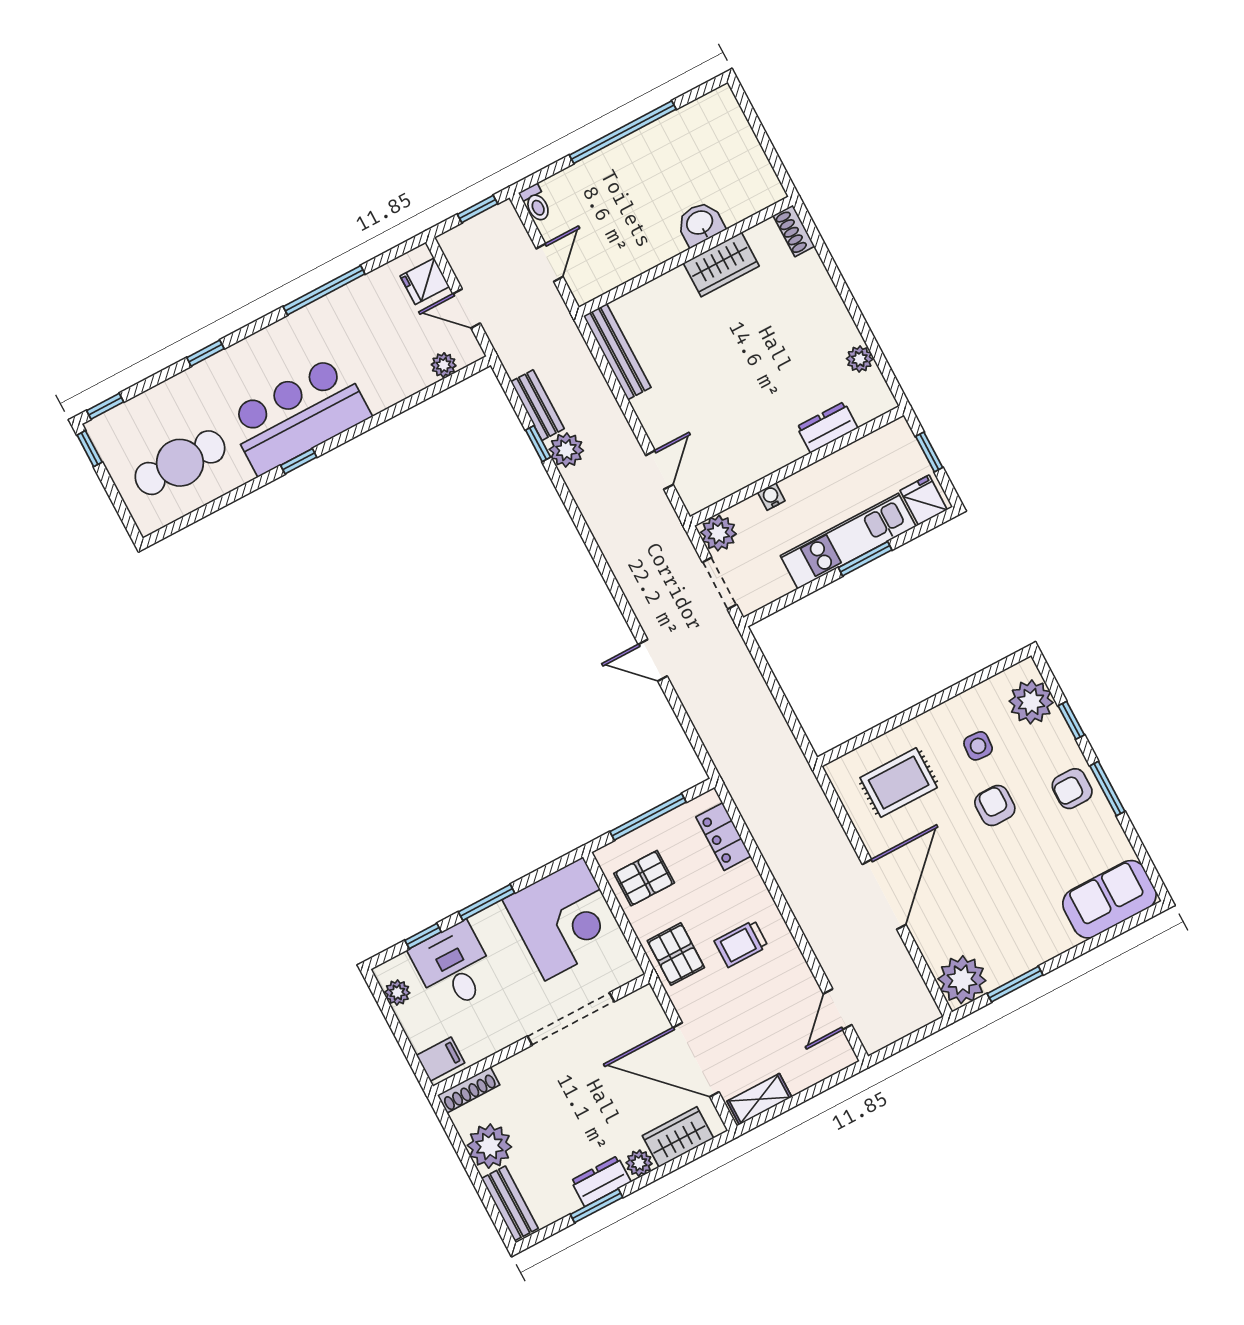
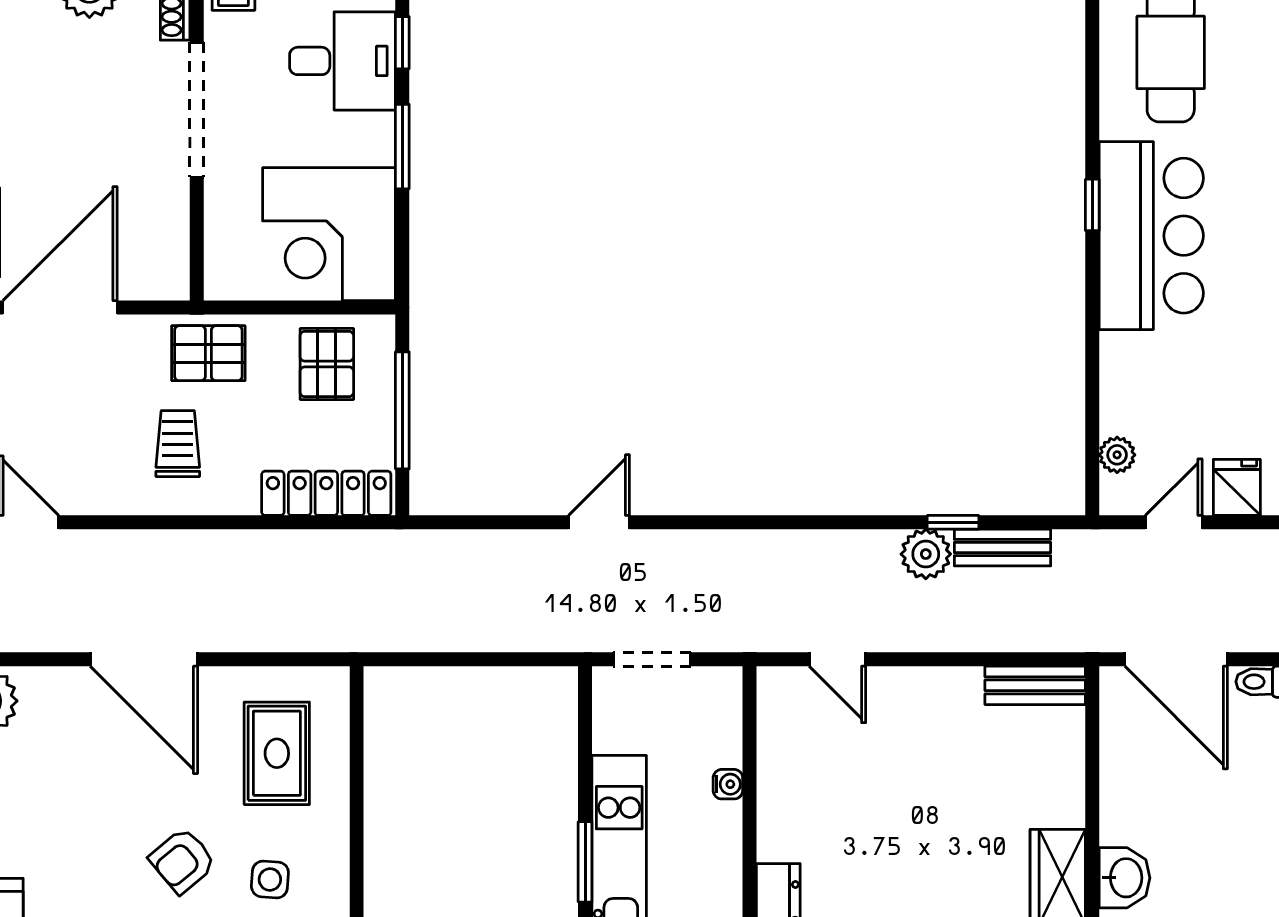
door: (550, 263) -> (1176, 659), width x1.87
bench: (617, 352) -> (1035, 685), width x0.73
plant: (718, 533) -> (717, 692), removed
armchair: (995, 806) -> (183, 861), turned 140
locker: (723, 837) -> (326, 493), width x1.53
doorway: (571, 1019) -> (197, 110), moved

